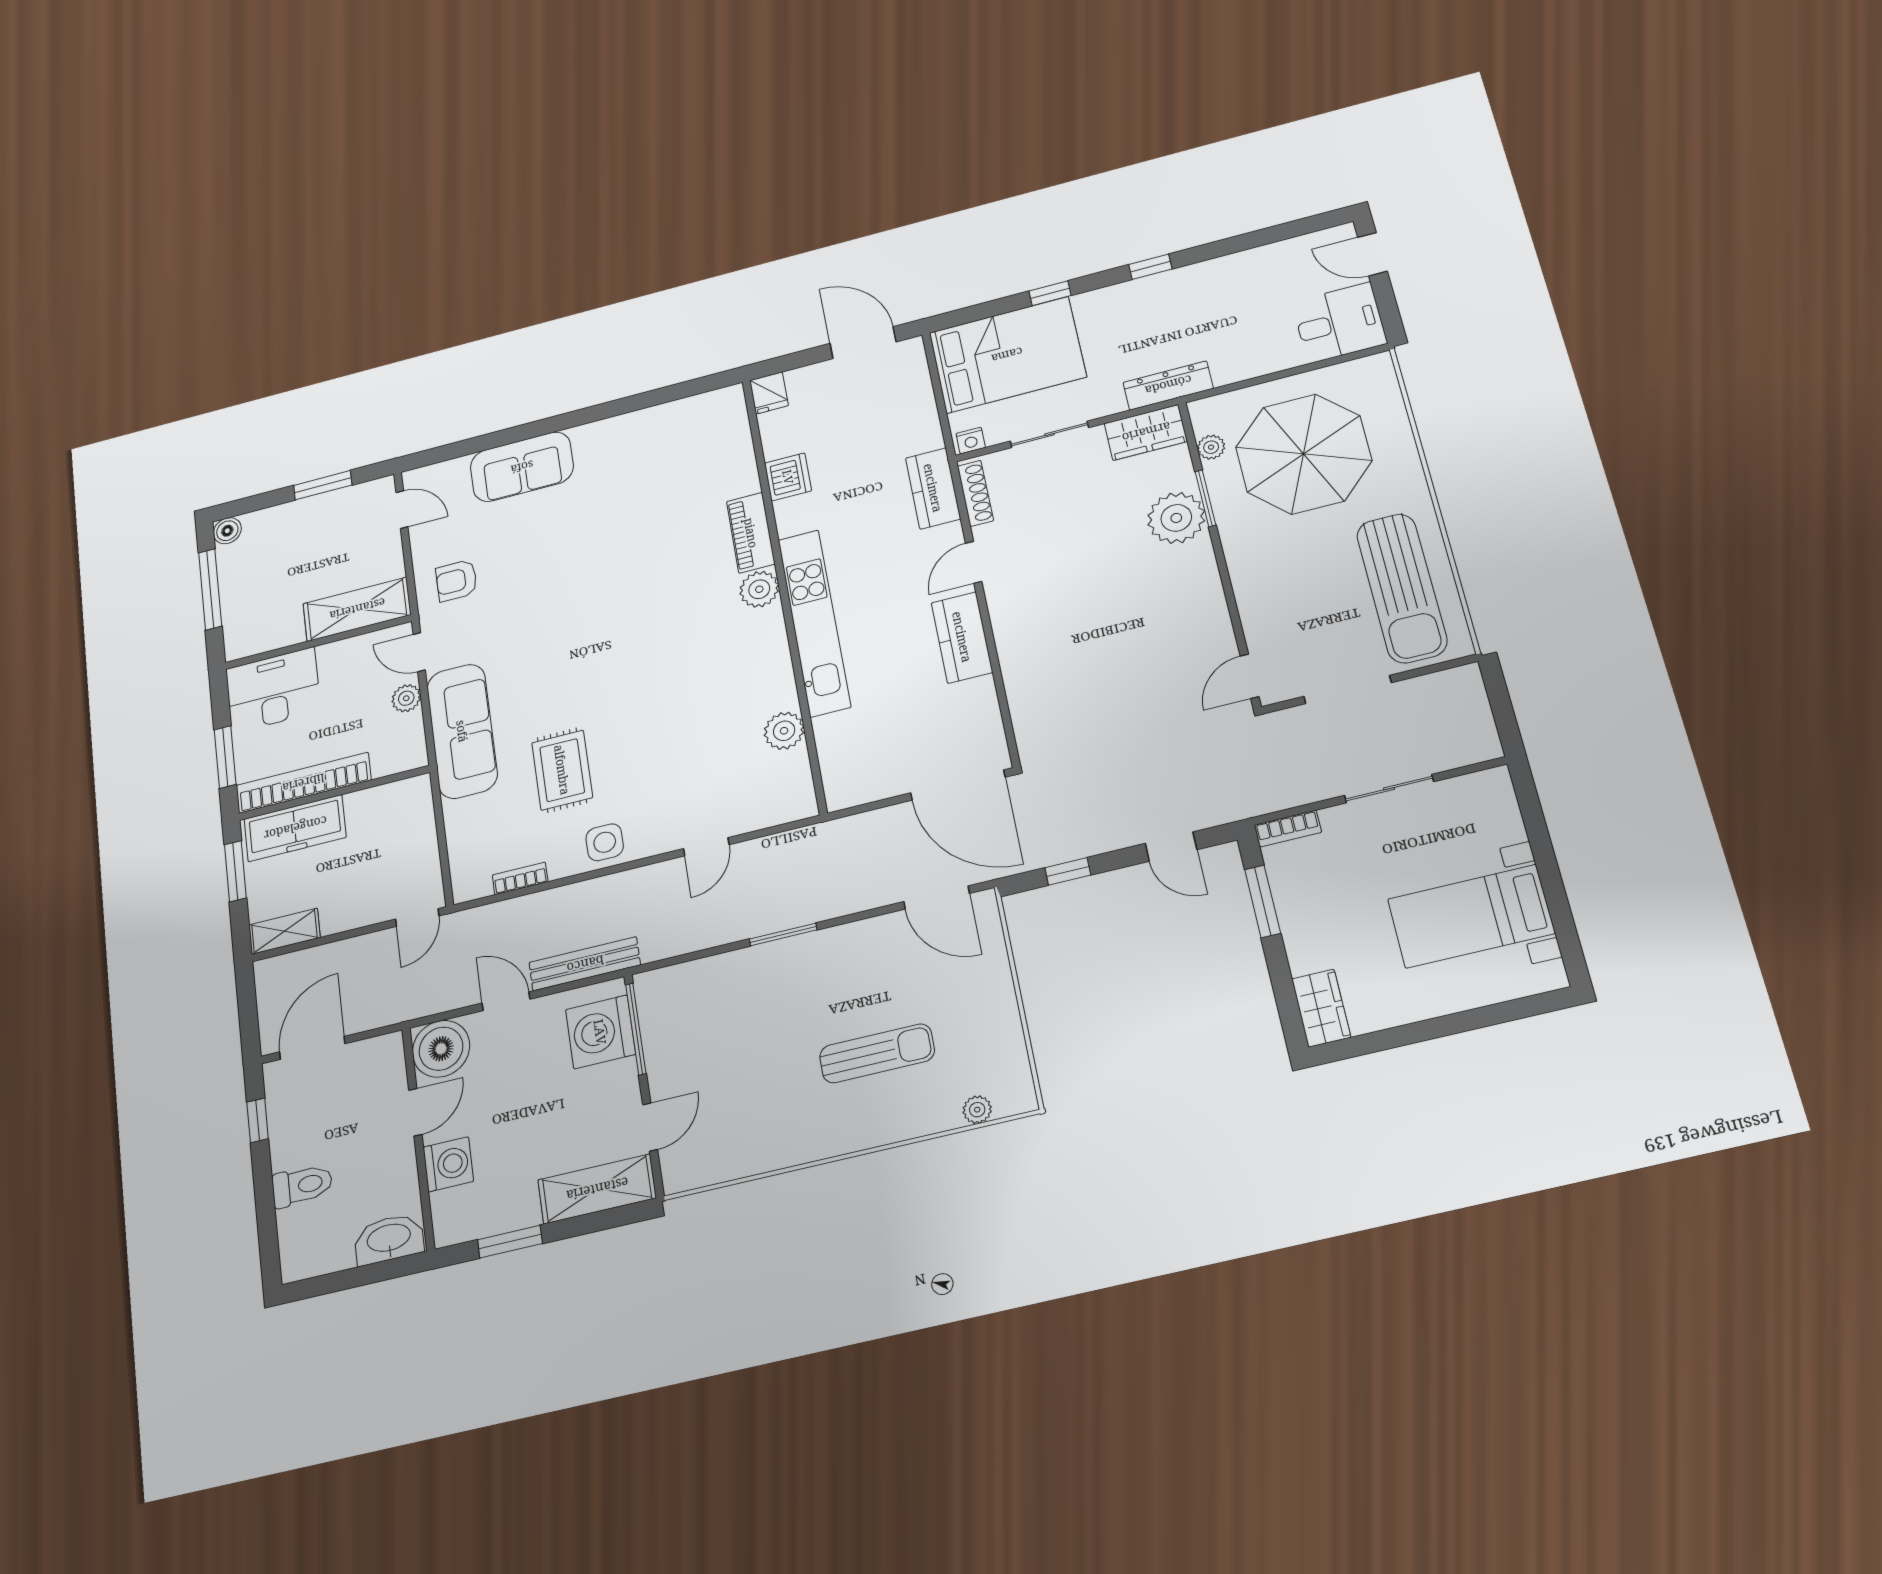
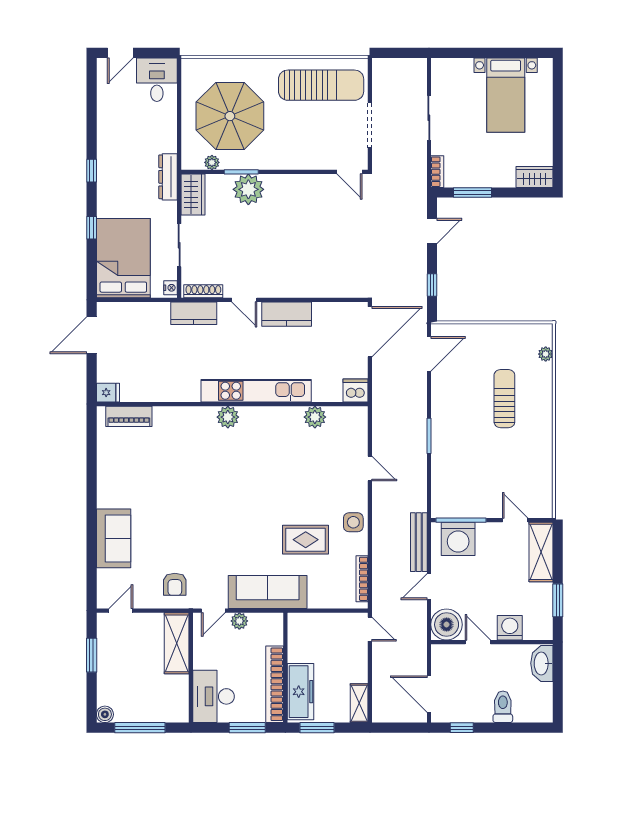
dishwasher: (788, 477) -> (356, 390), moved
piano: (751, 533) -> (129, 416), moved
bookcase: (520, 878) -> (362, 579), width x1.56

